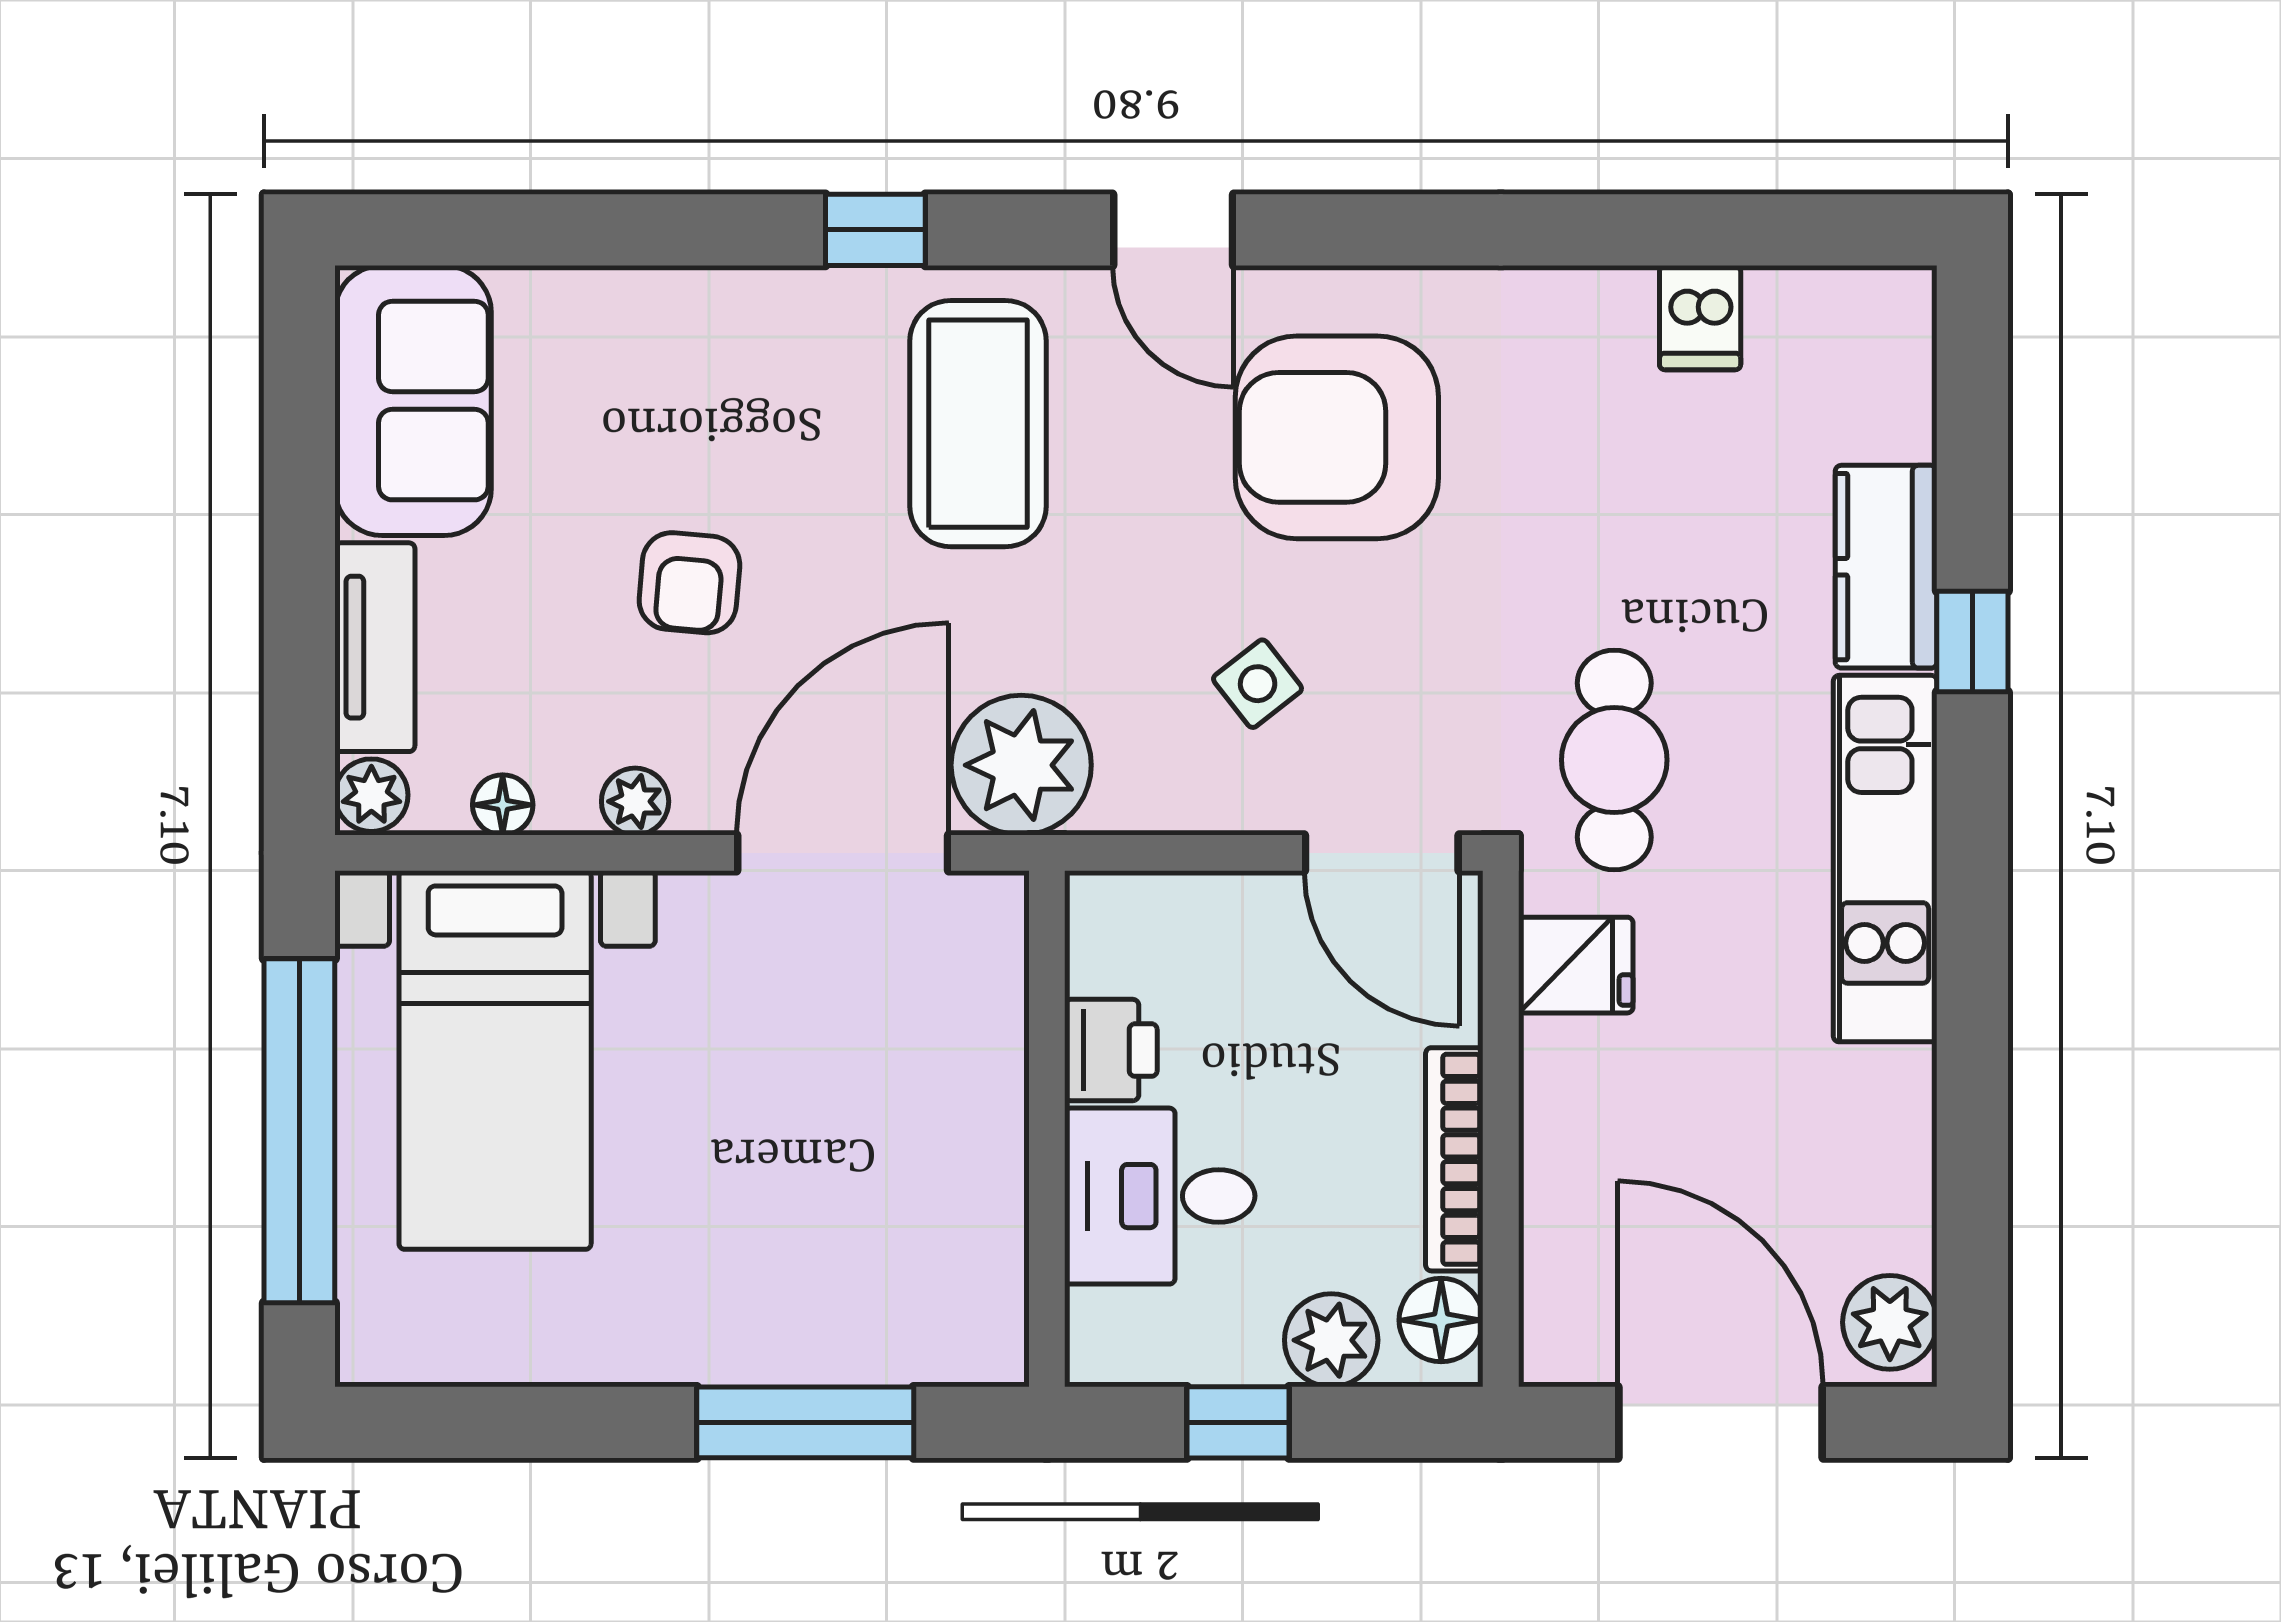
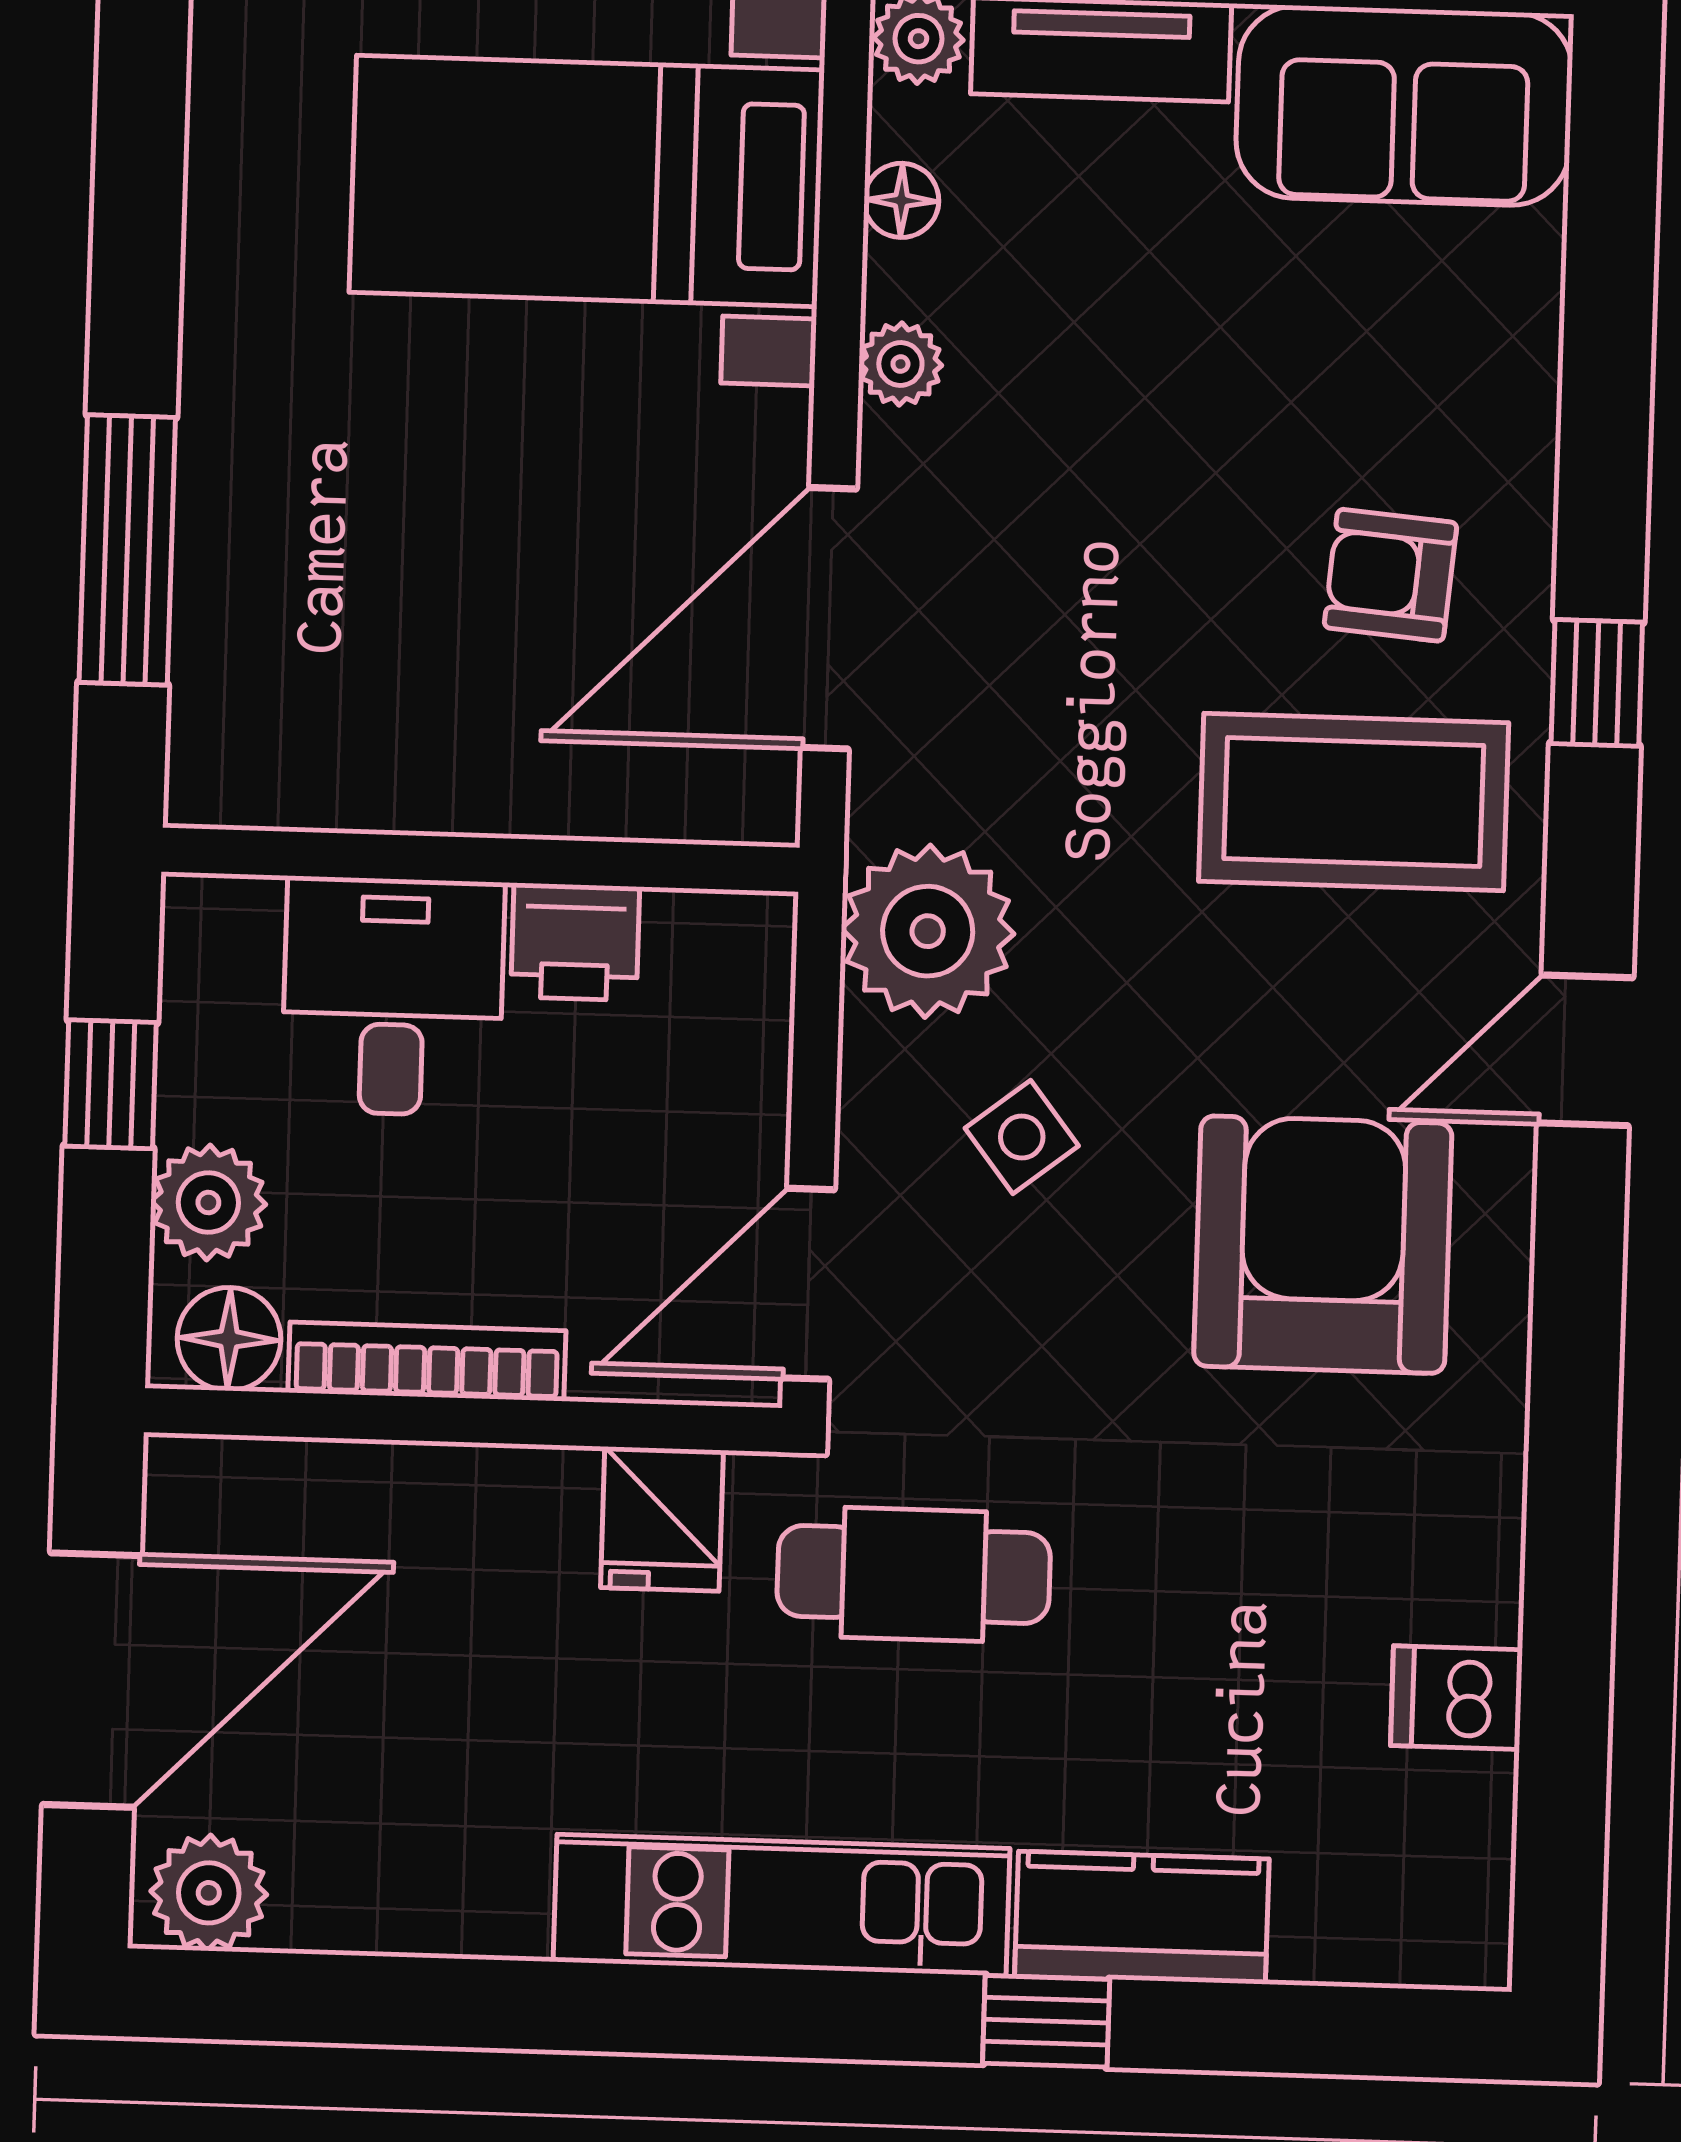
armchair: (689, 583) -> (1390, 575), moved
plant: (1021, 765) -> (928, 931), moved
door: (843, 853) -> (829, 618), swing flipped

